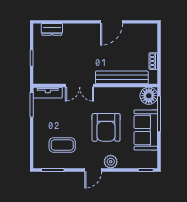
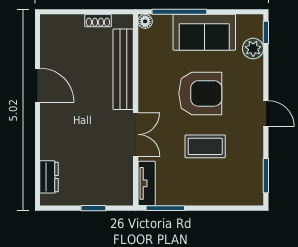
floor lamp: (149, 96) -> (145, 21), width x0.53, depth x0.53
coffee table: (62, 145) -> (205, 146), moved, turned 90
plant: (111, 162) -> (253, 49), moved

